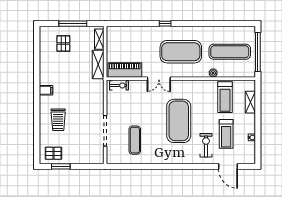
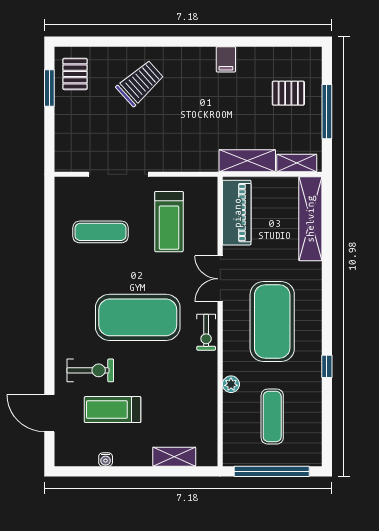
window: (165, 24) -> (327, 366), moved
shelving: (128, 32) -> (310, 219), added
exercise mat: (230, 52) -> (272, 417), width x0.73, depth x0.69
exercise bike: (119, 85) -> (206, 332), moved
filing cabinet: (46, 90) -> (226, 59), moved
treadmill: (225, 97) -> (169, 222), moved, turned -90
trolley: (58, 120) -> (140, 83), turned 138
door: (228, 166) -> (49, 413), hinge flipped

